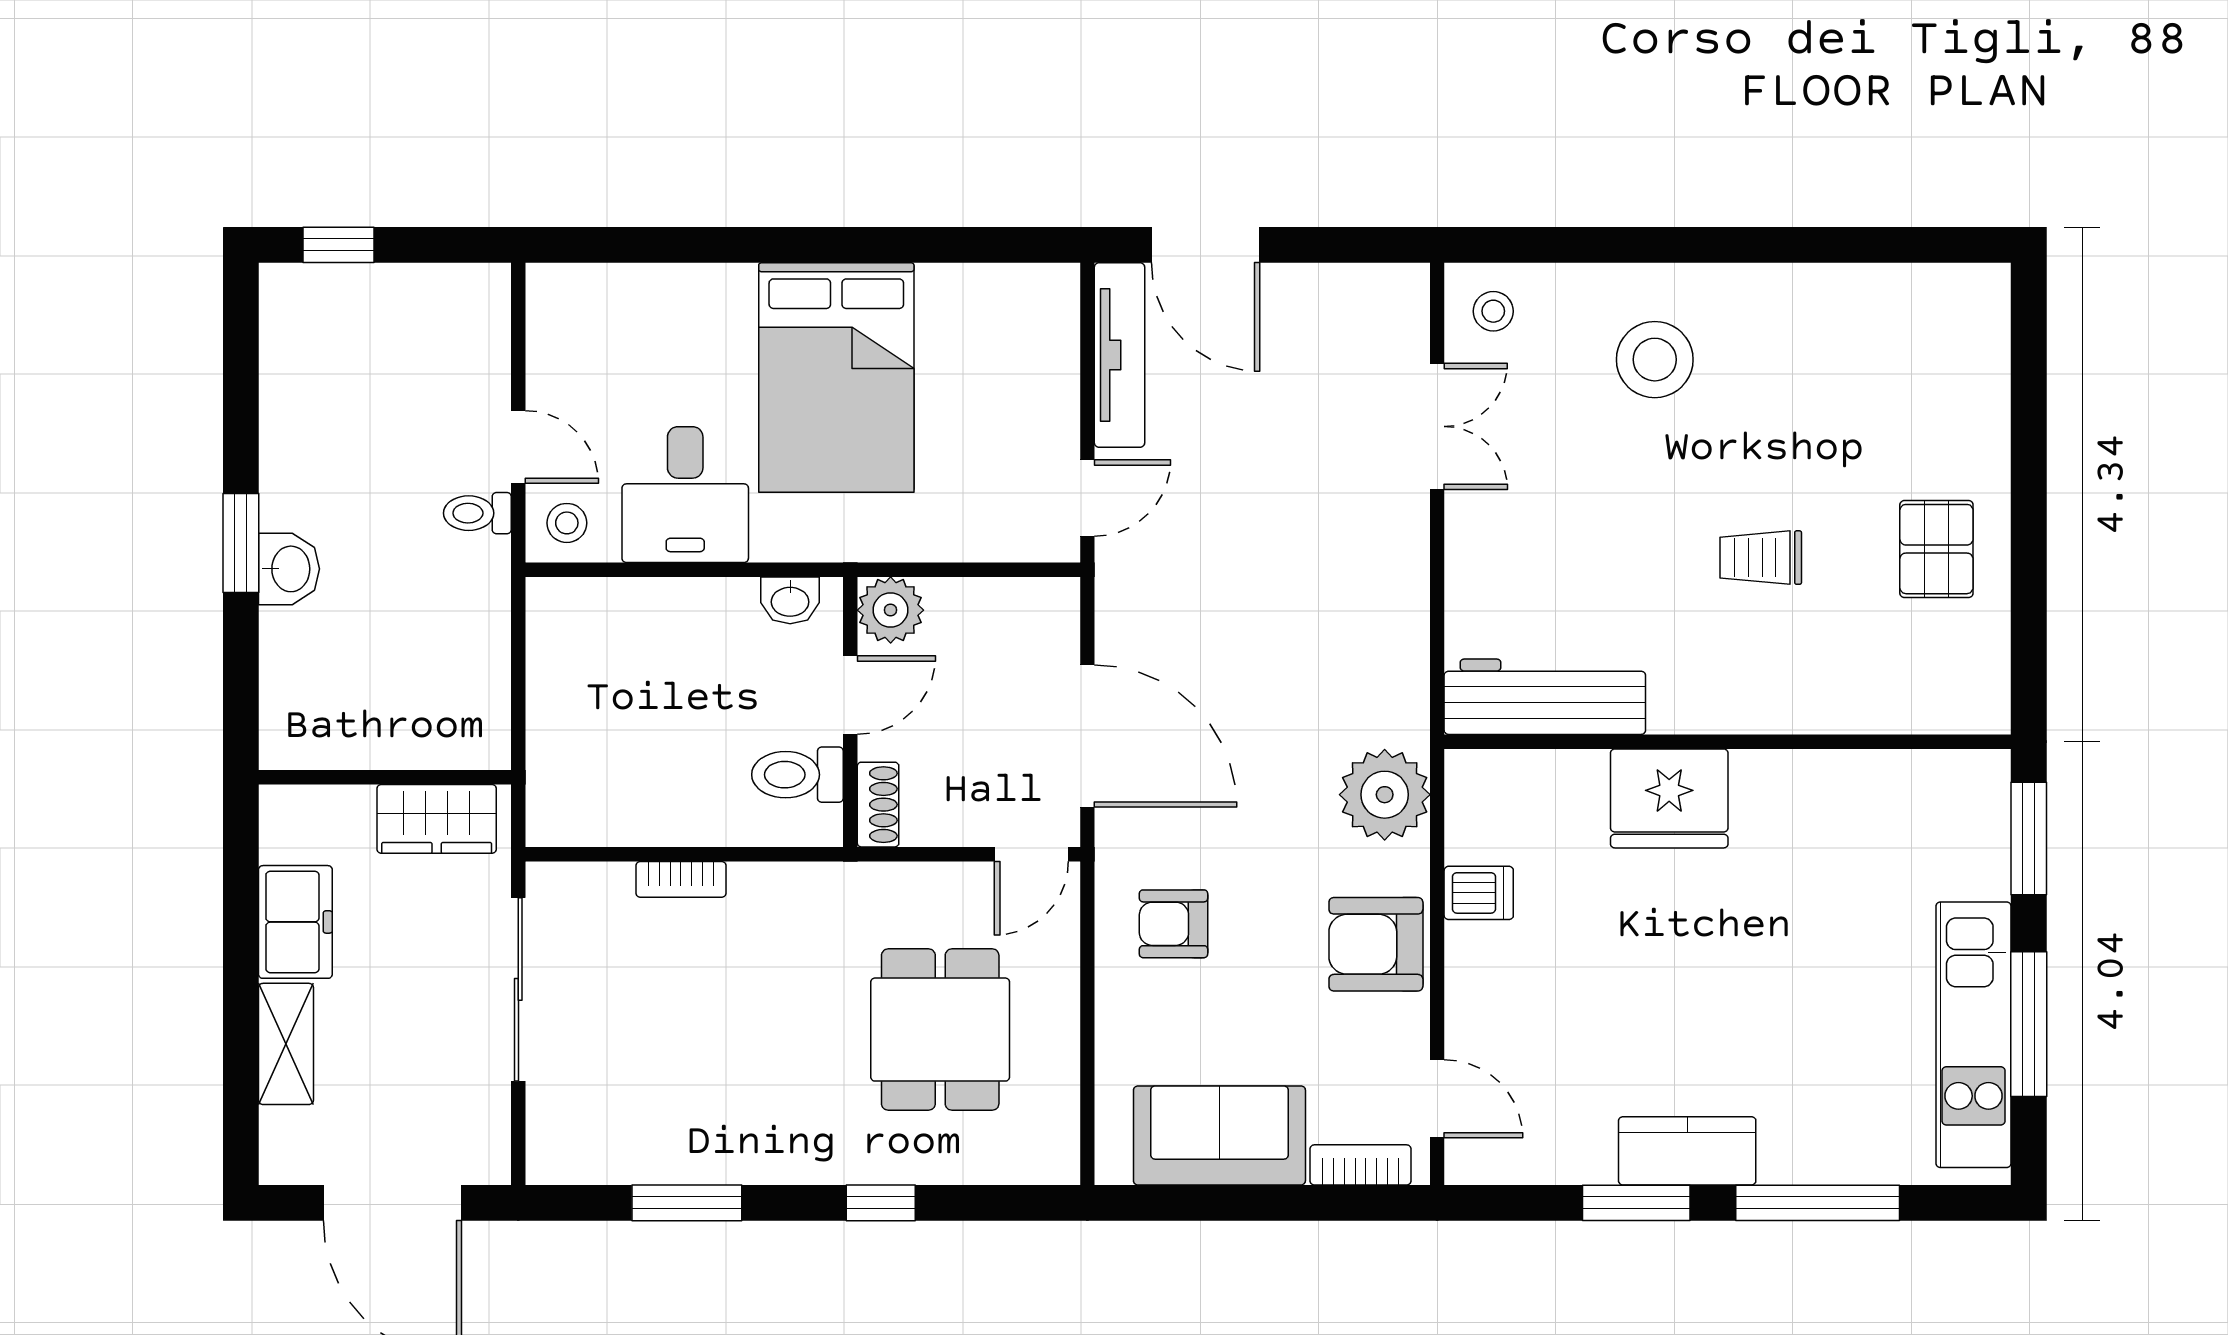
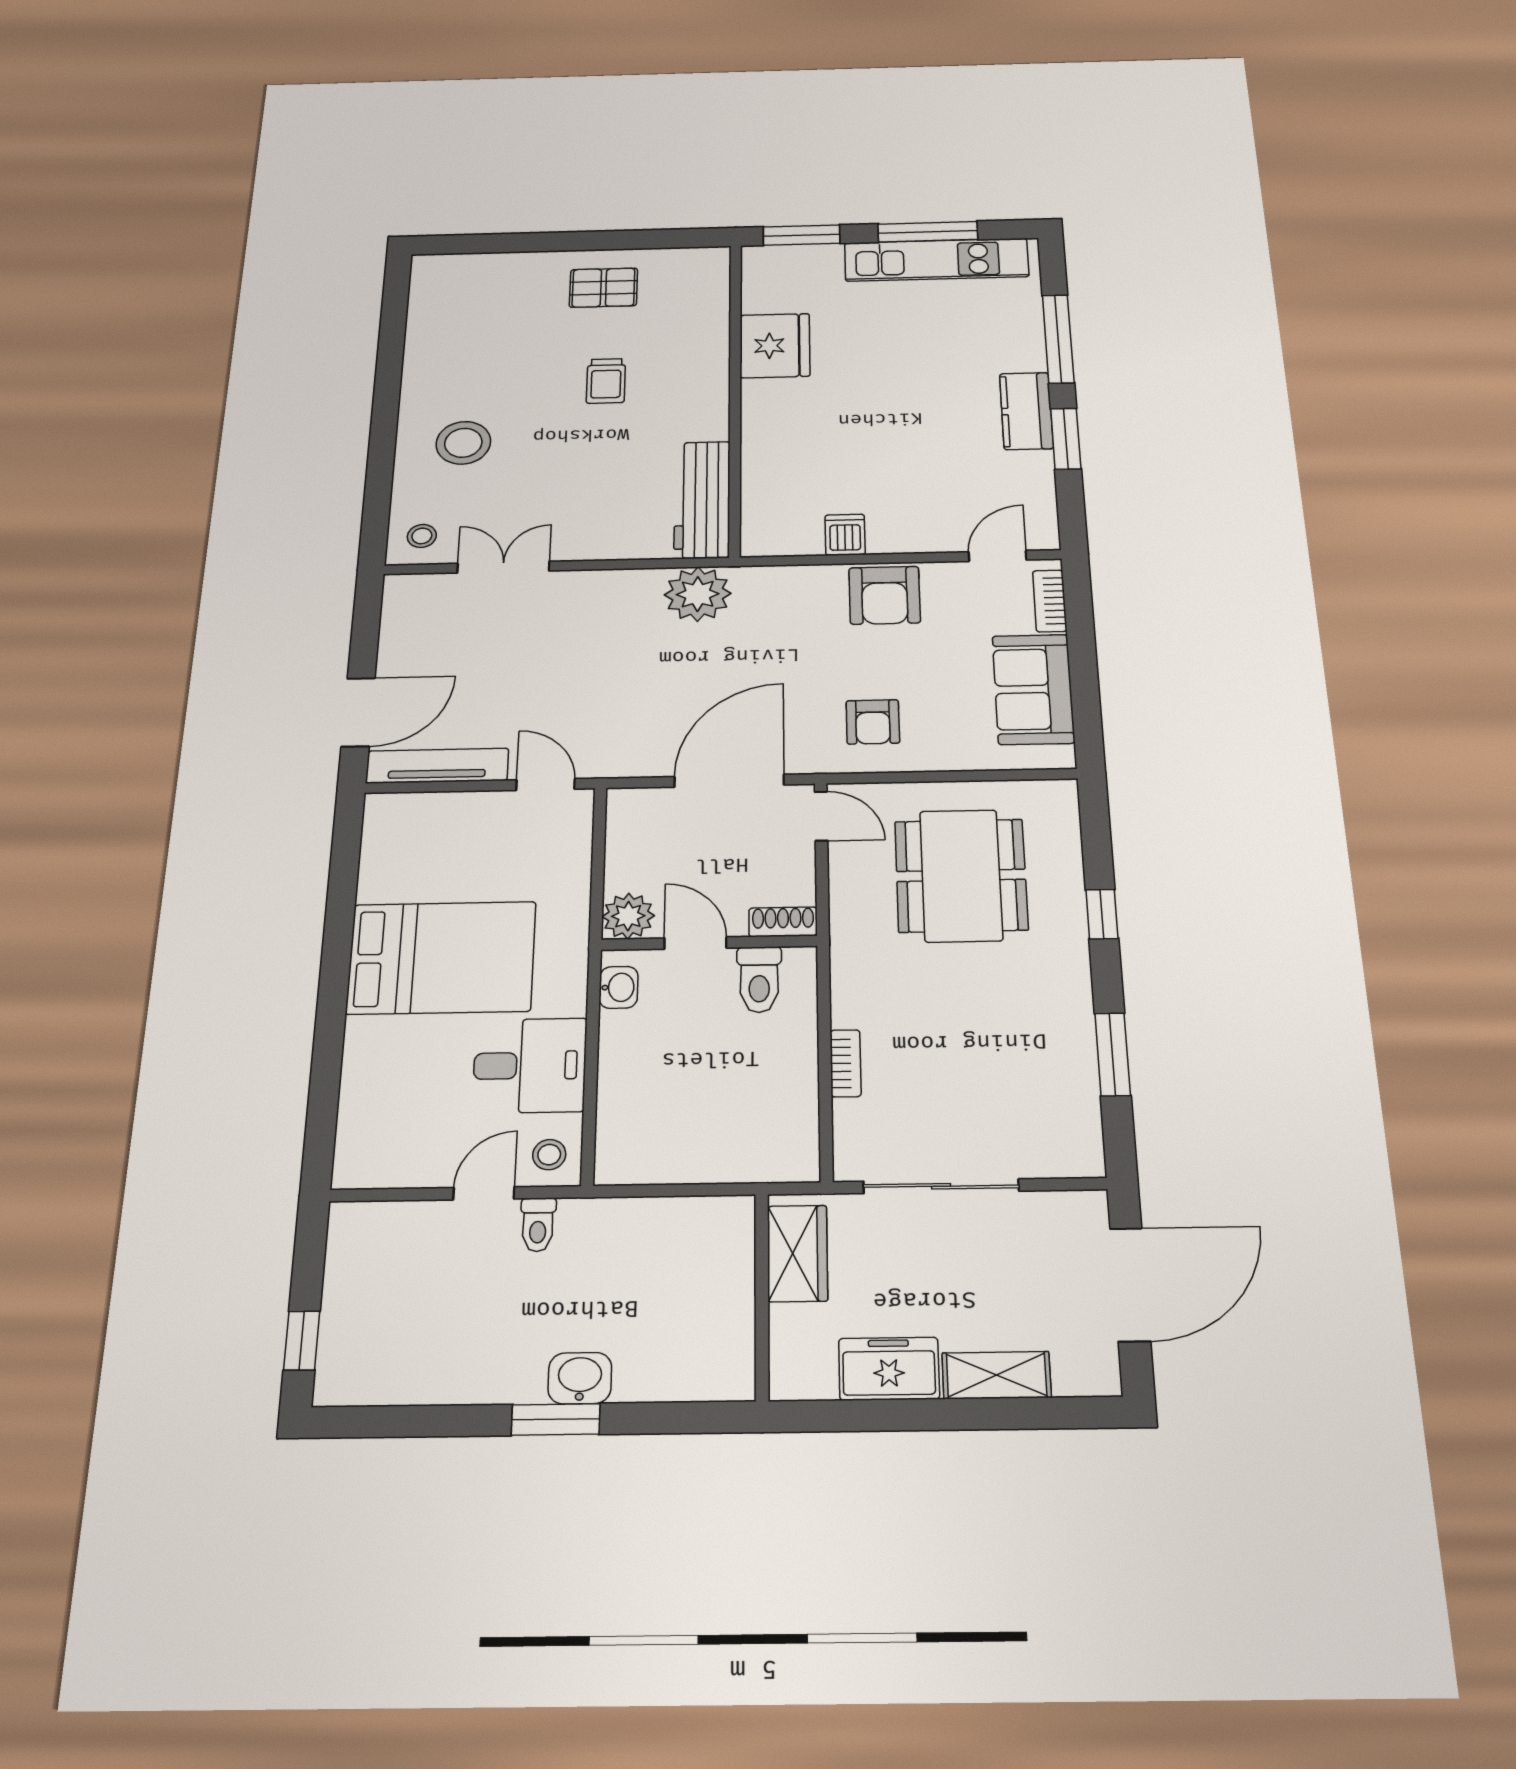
plant: (1385, 795) -> (698, 594), moved
fridge: (1669, 798) -> (775, 346), moved
dining table: (940, 1030) -> (961, 875), width x1.37

